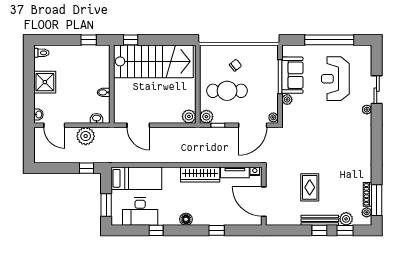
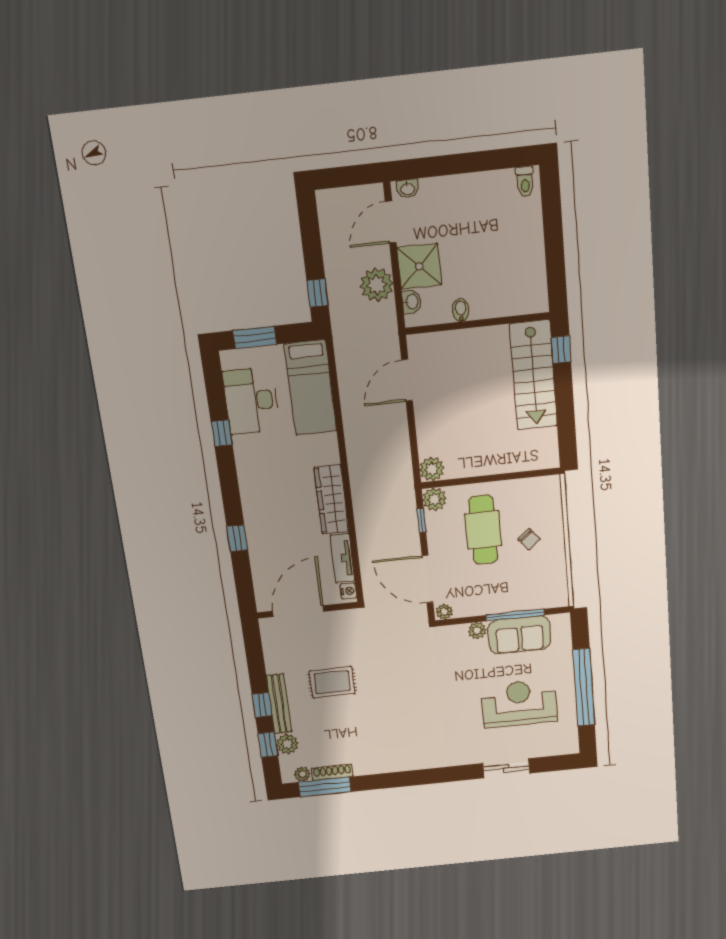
window: (89, 40) -> (556, 271), removed
stairs: (153, 61) -> (533, 375), width x0.73, depth x0.66
shower: (45, 82) -> (419, 266), moved
plant: (367, 110) -> (472, 757), removed
floor lamp: (186, 219) -> (249, 483), removed

